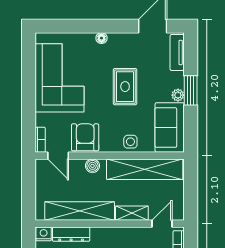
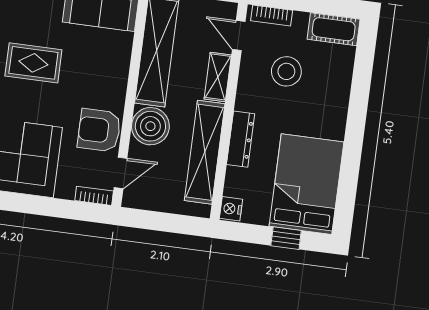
side table: (130, 142) -> (114, 66), removed
boiler: (92, 166) -> (150, 126), width x1.86, depth x1.86
dresser: (71, 234) -> (241, 139), moved

